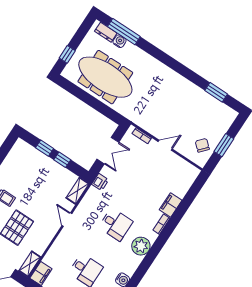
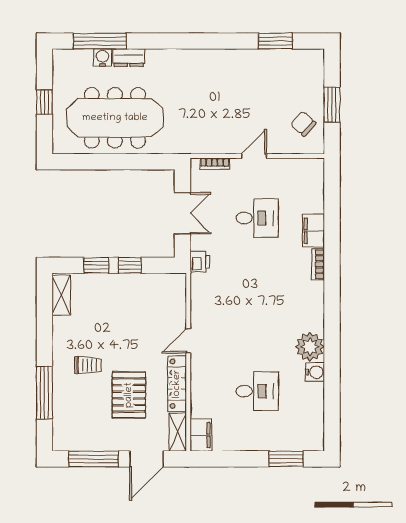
dresser: (106, 32) -> (129, 58), moved
window: (67, 54) -> (44, 102), moved
shelving: (78, 191) -> (61, 295), moved
door: (67, 220) -> (188, 341), hinge flipped
desk: (116, 224) -> (257, 218), moved
locker: (46, 238) -> (177, 384), added
plant: (141, 246) -> (310, 347), moved

